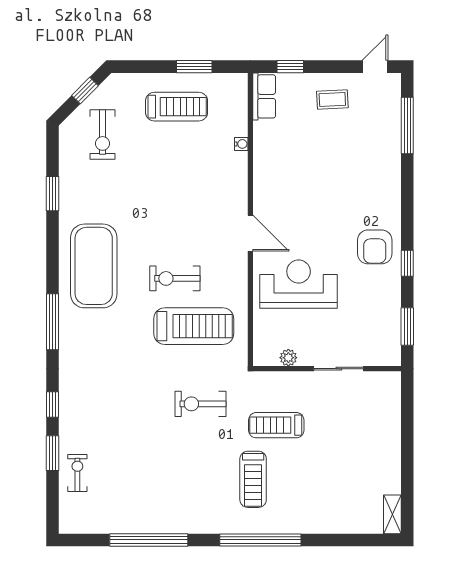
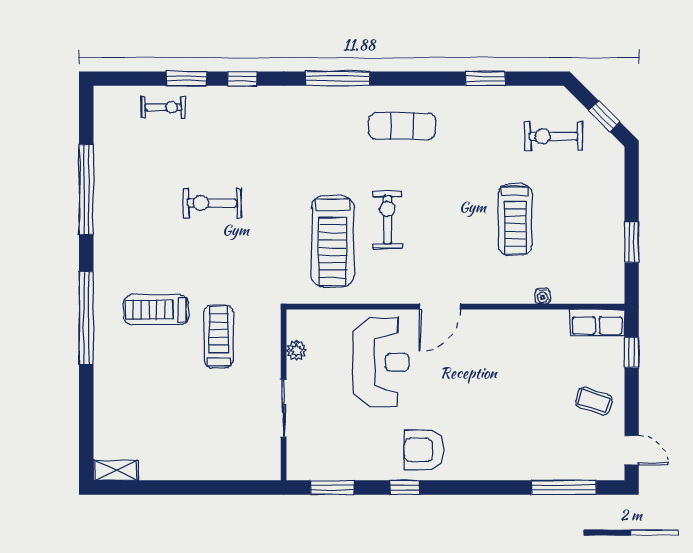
coffee table: (332, 100) -> (594, 401), turned -69
treadmill: (177, 107) -> (515, 220), moved
exercise mat: (94, 266) -> (402, 126), width x0.50, depth x0.69
exercise bike: (200, 404) -> (212, 203), moved, turned -90

